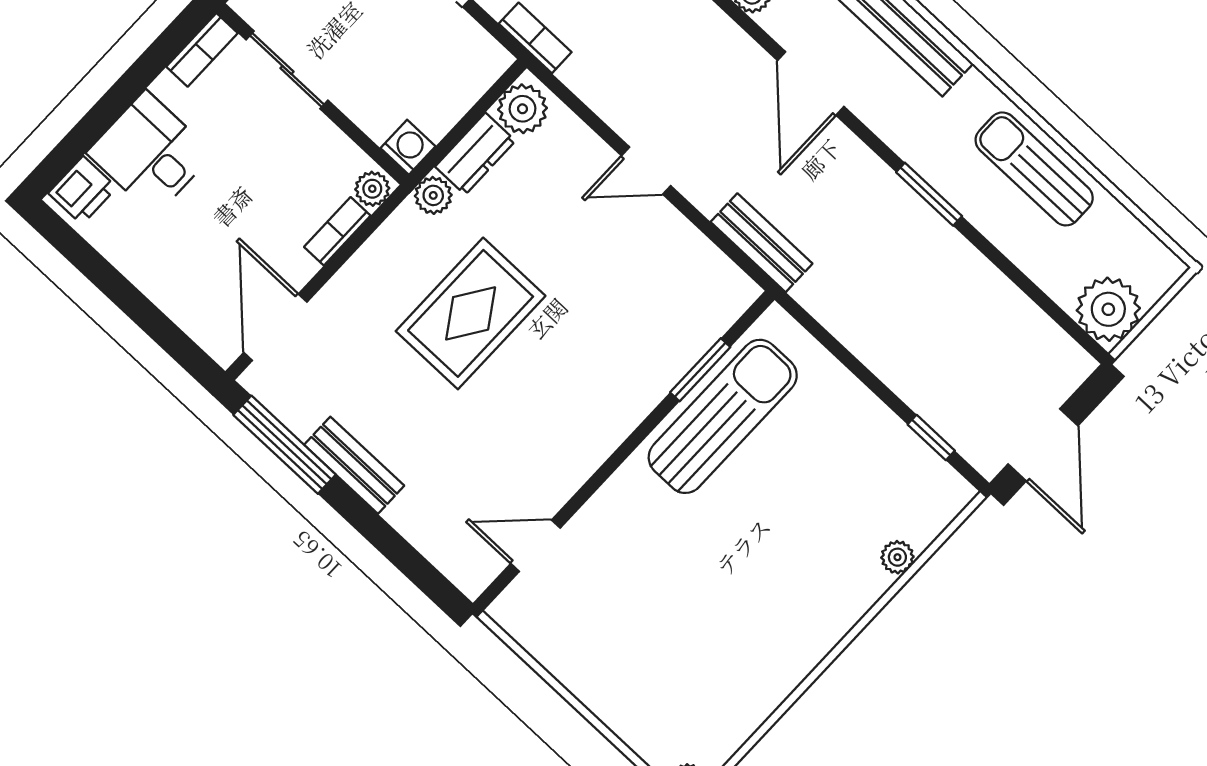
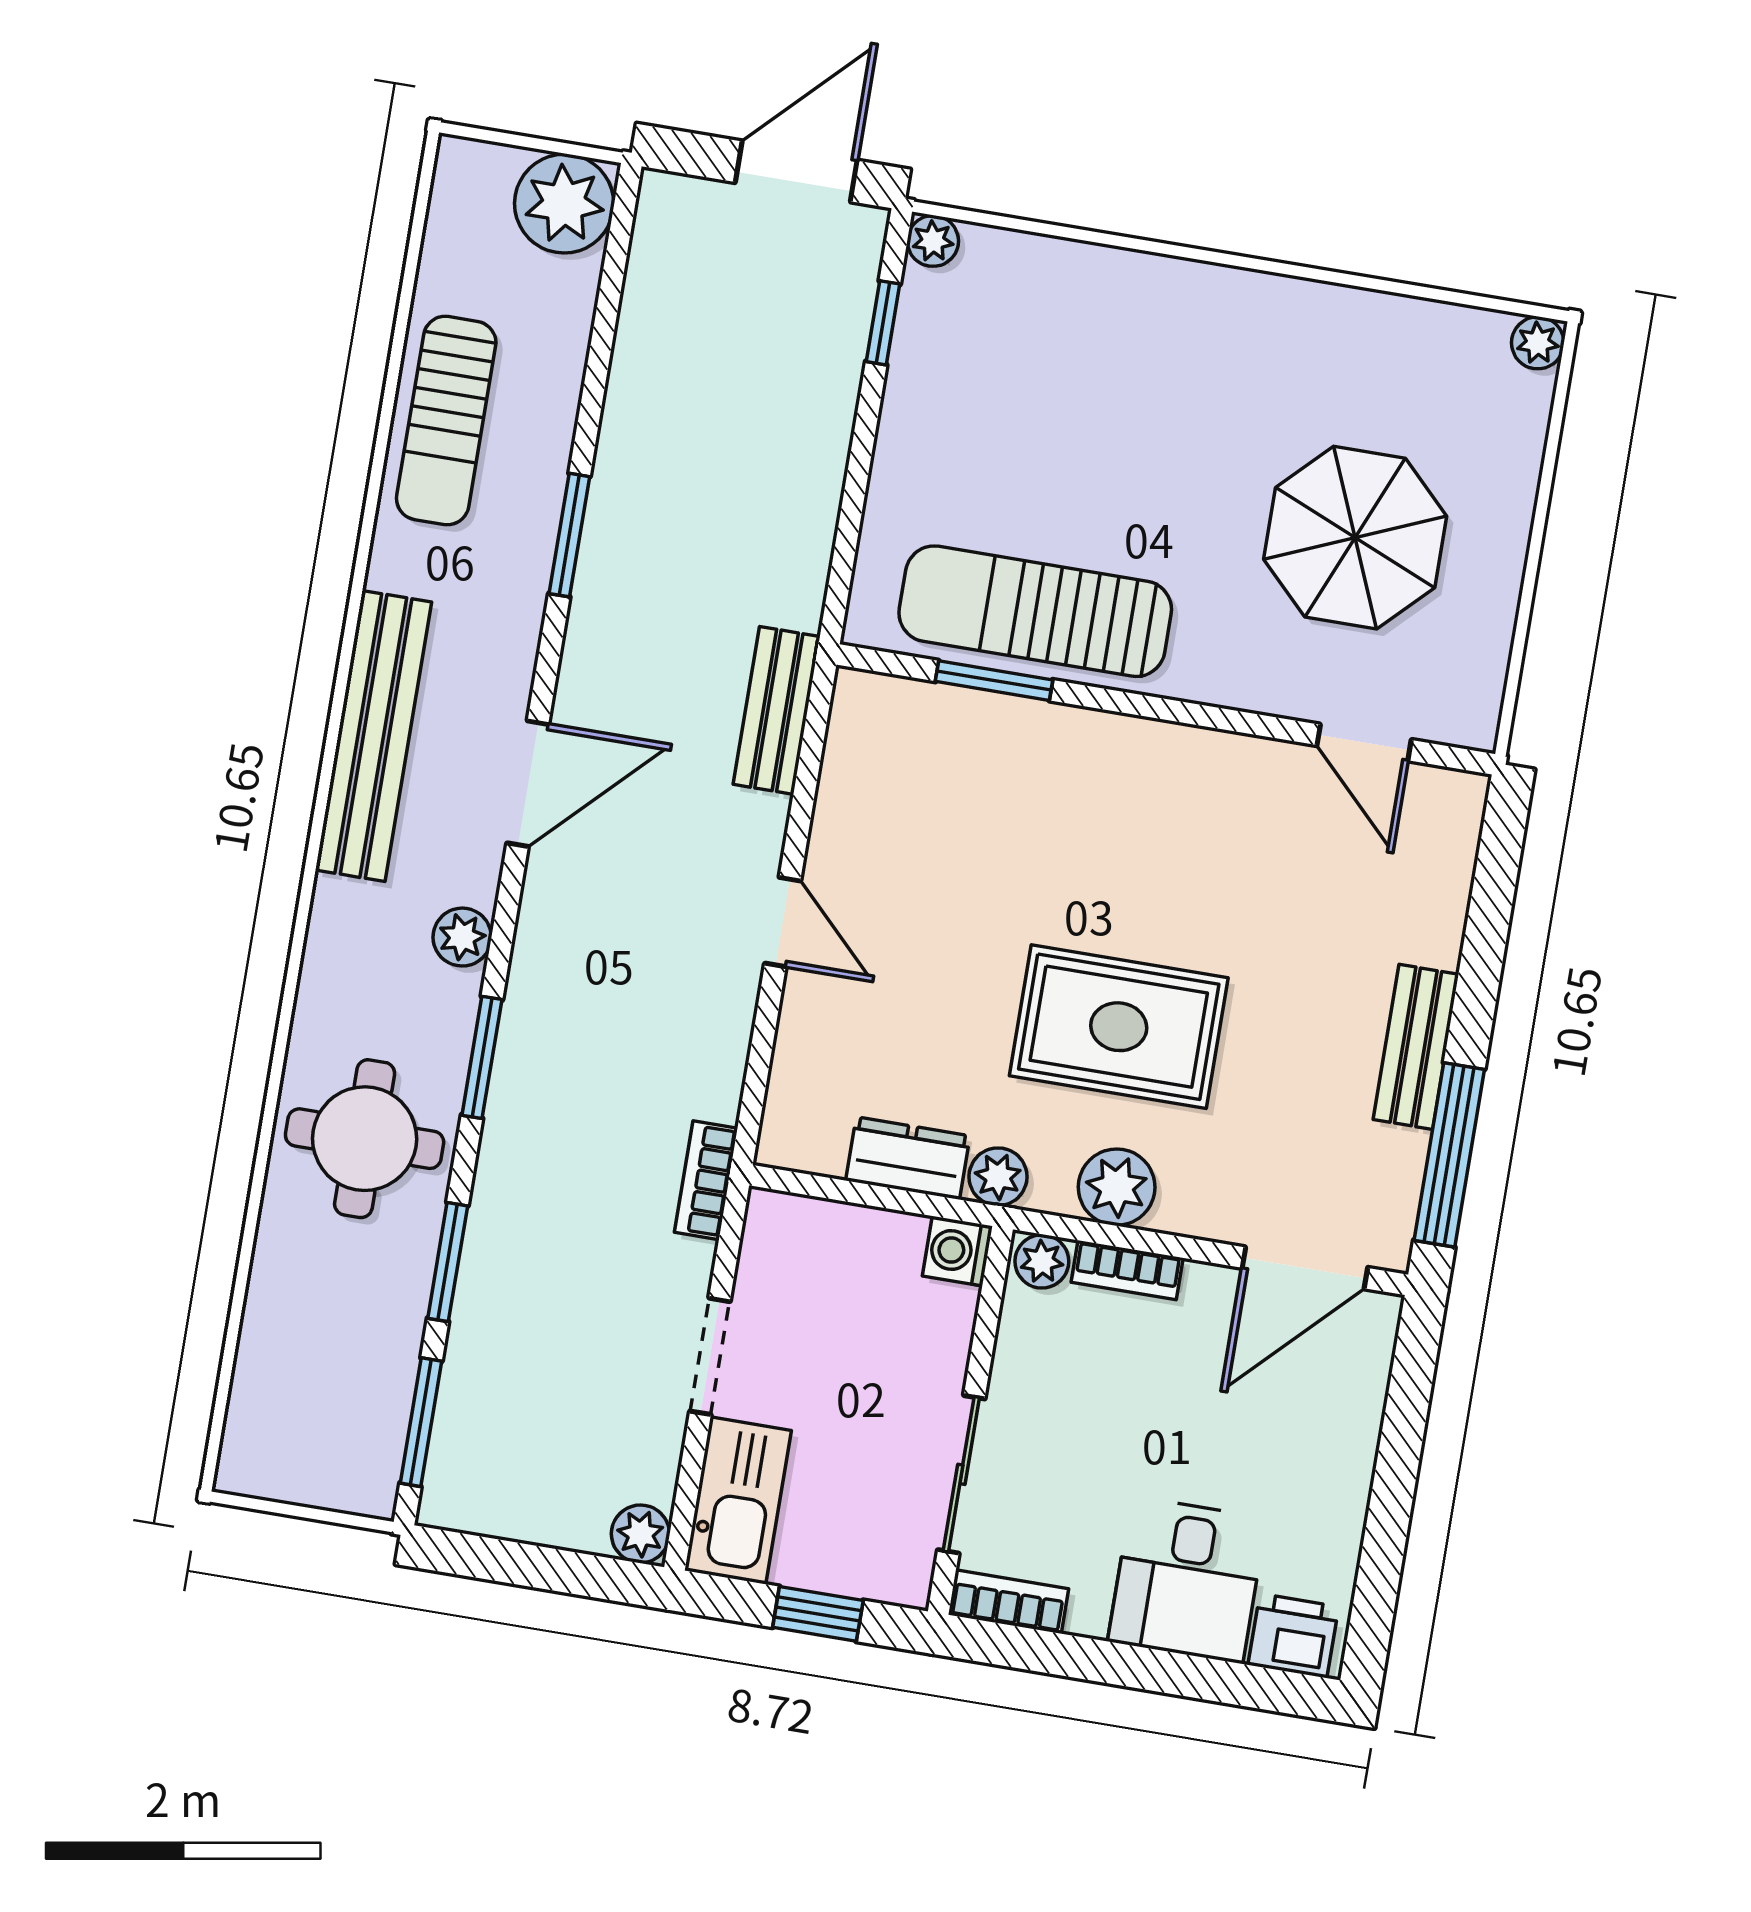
plant: (523, 109) -> (1117, 1187), moved
plant: (897, 557) -> (933, 241), moved
parasol: (648, 614) -> (1355, 538), added

